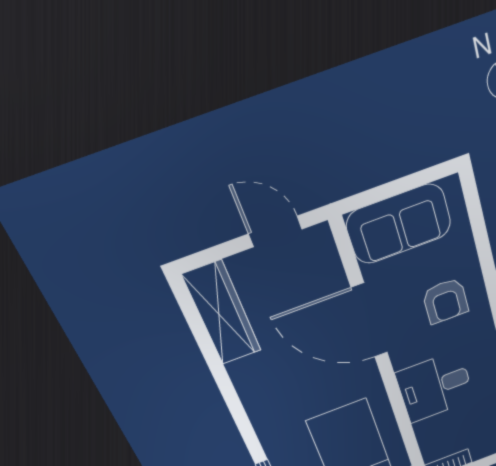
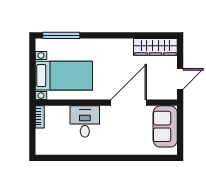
armchair: (445, 301) -> (125, 136), removed

